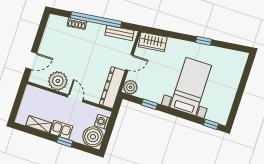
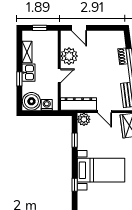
window: (17, 102) -> (40, 28), added
window: (211, 124) -> (75, 185), moved

